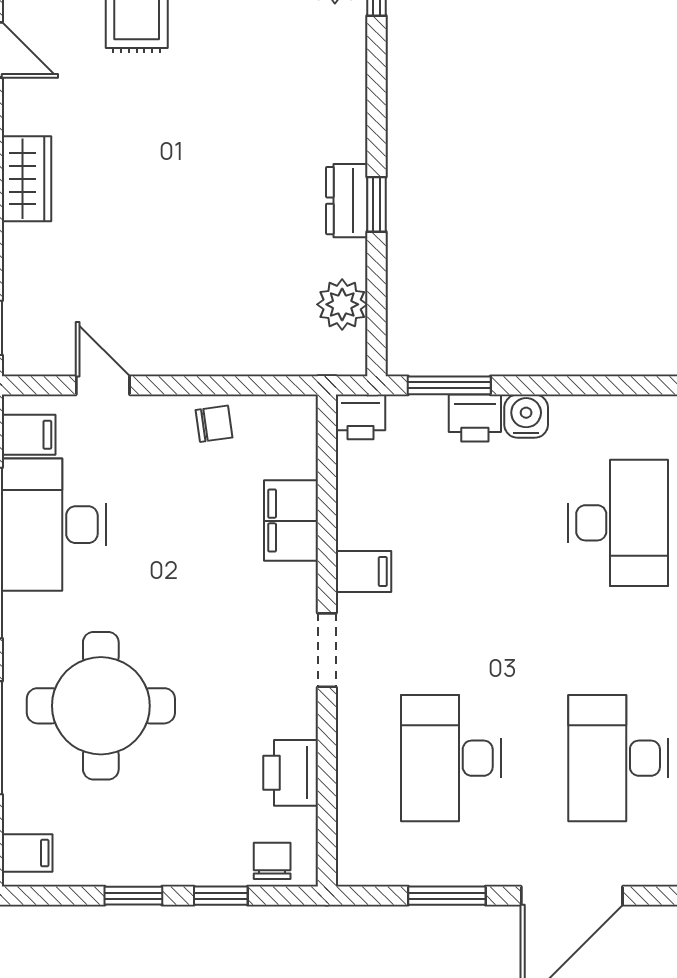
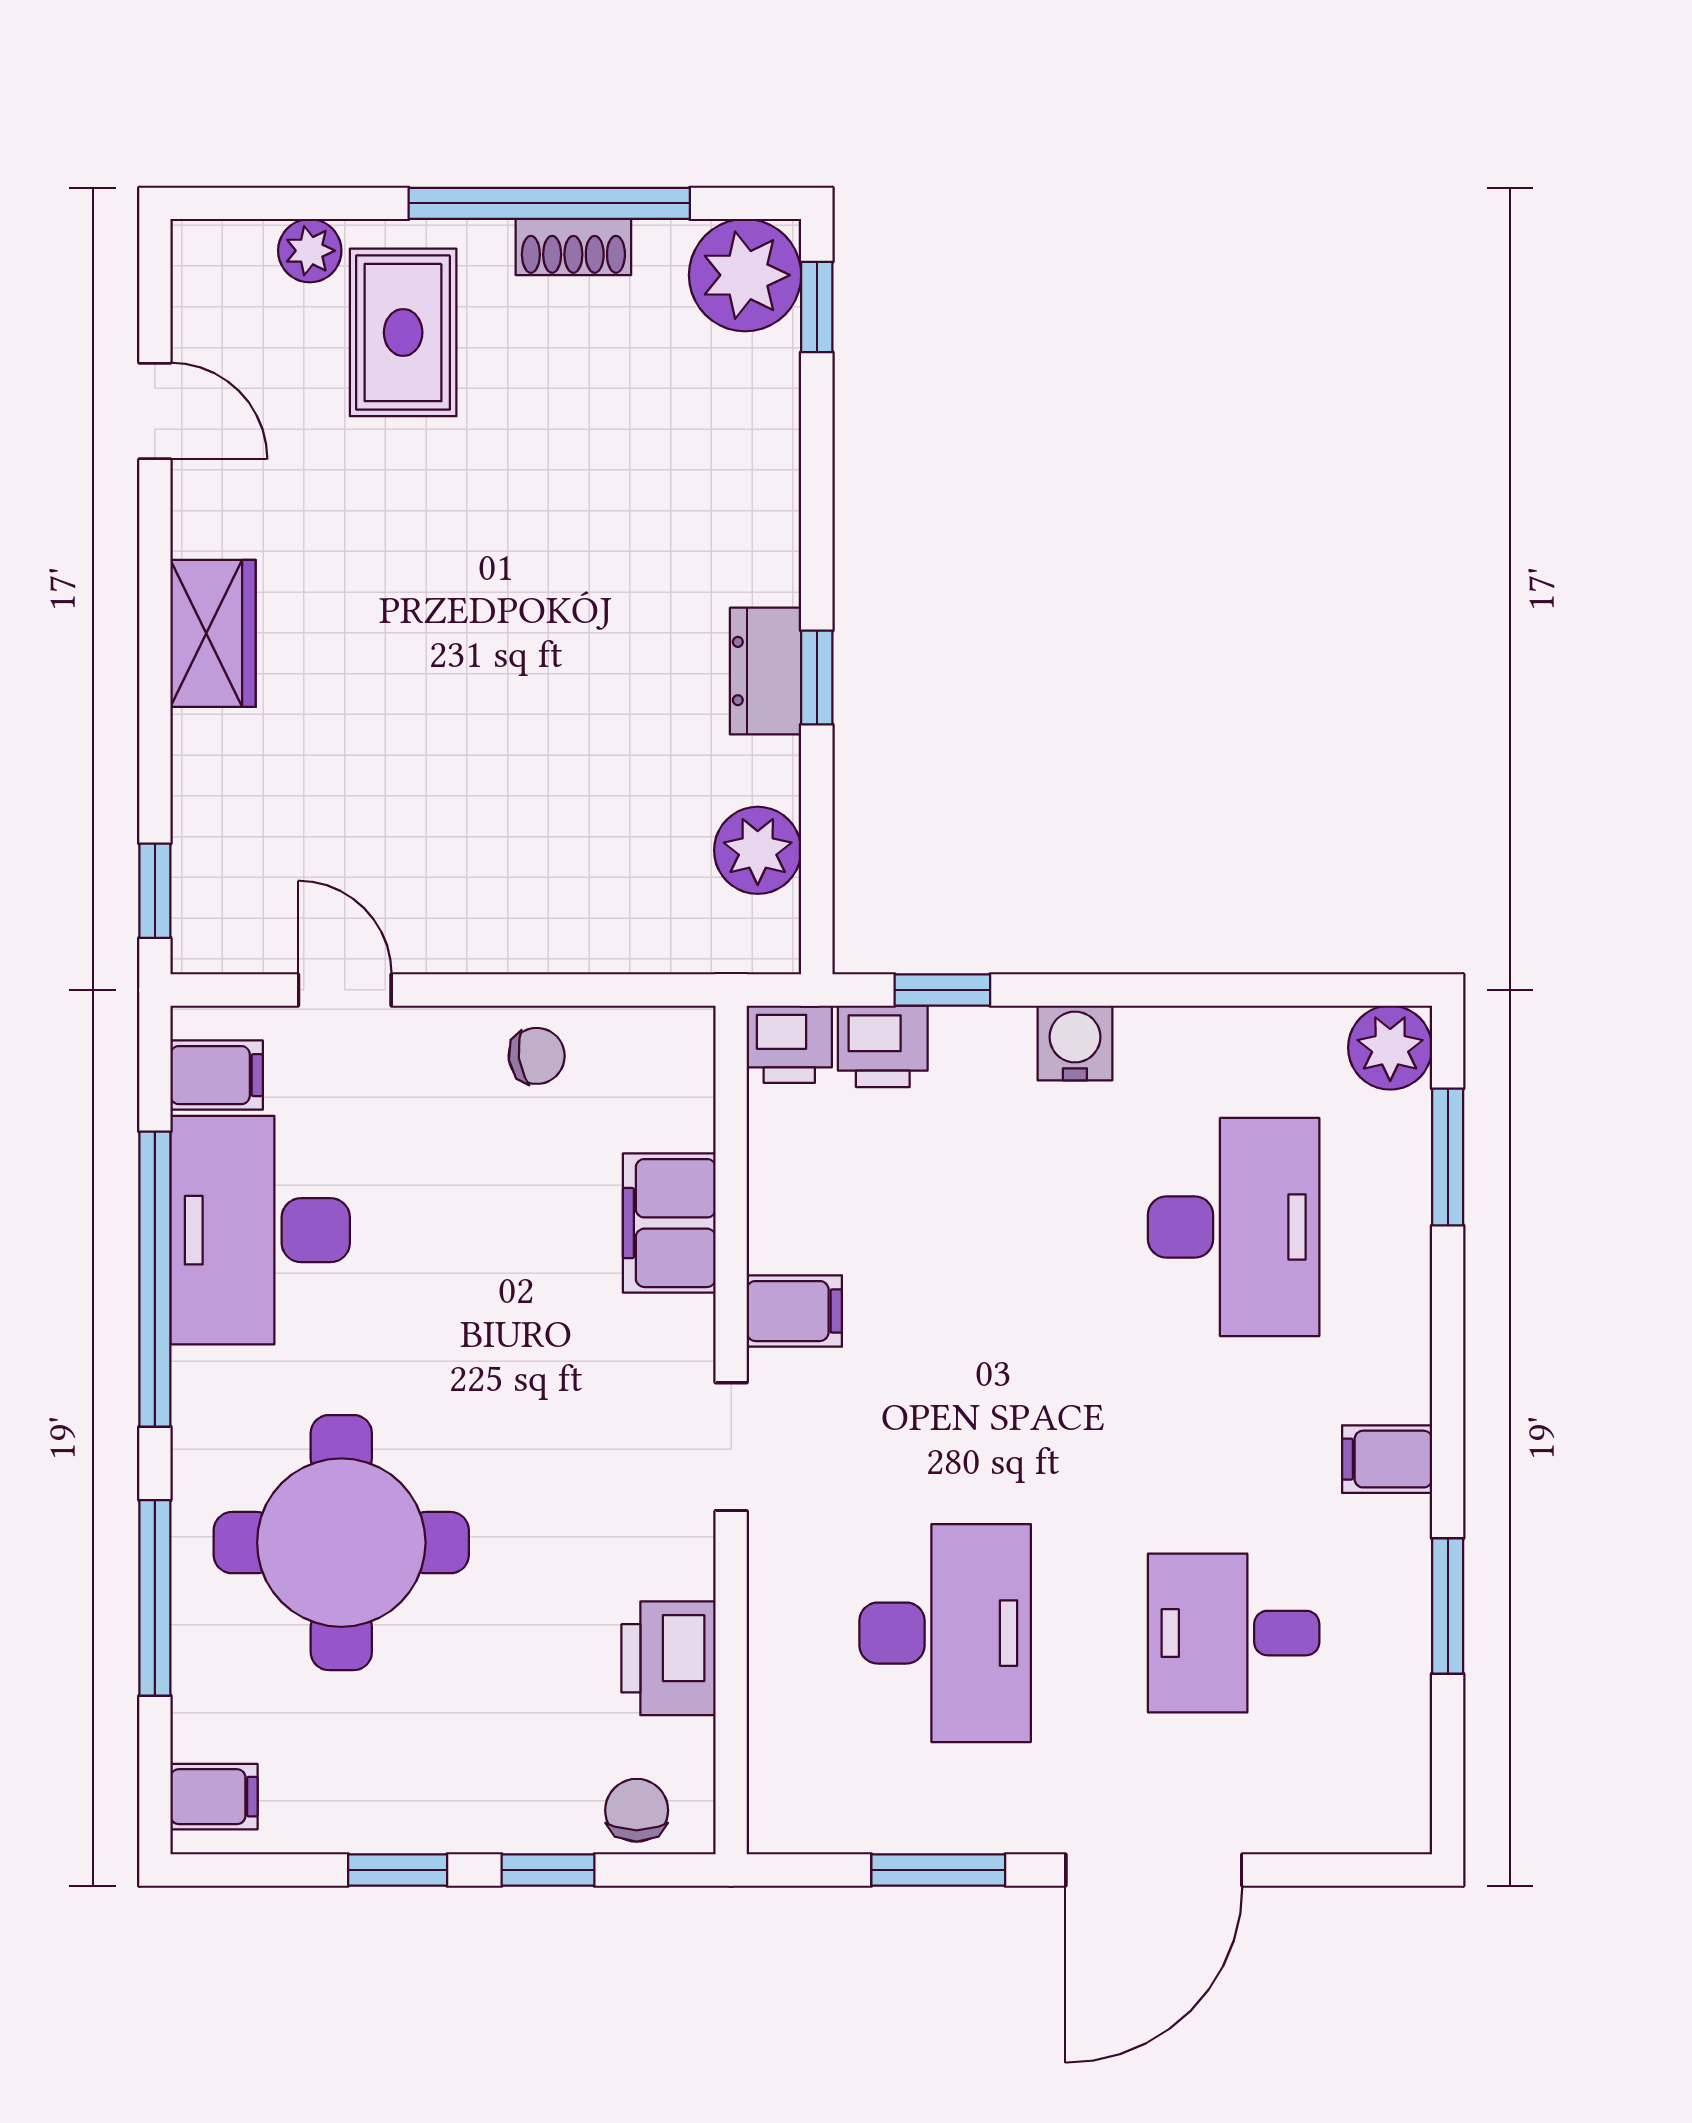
window: (449, 385) -> (942, 990), width x0.67
printer: (475, 418) -> (883, 1046), moved
desk: (451, 758) -> (945, 1633), turned 180
desk: (618, 758) -> (1234, 1633), width x0.73

